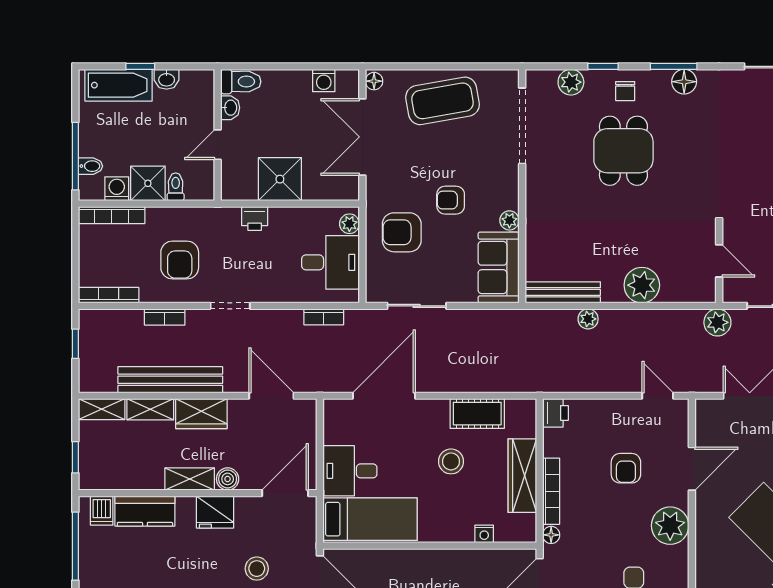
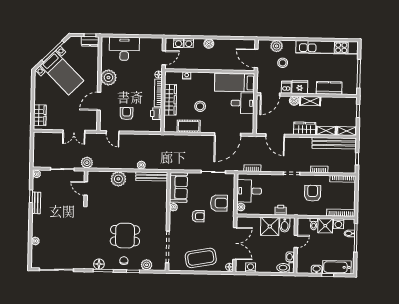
dining table: (623, 151) -> (125, 236), turned 90
bidet: (244, 183) -> (285, 225), added
bench: (170, 380) -> (334, 143), moved
printer: (555, 413) -> (156, 114), moved
armchair: (626, 468) -> (127, 113), moved
dishwasher: (102, 511) -> (286, 87), moved

